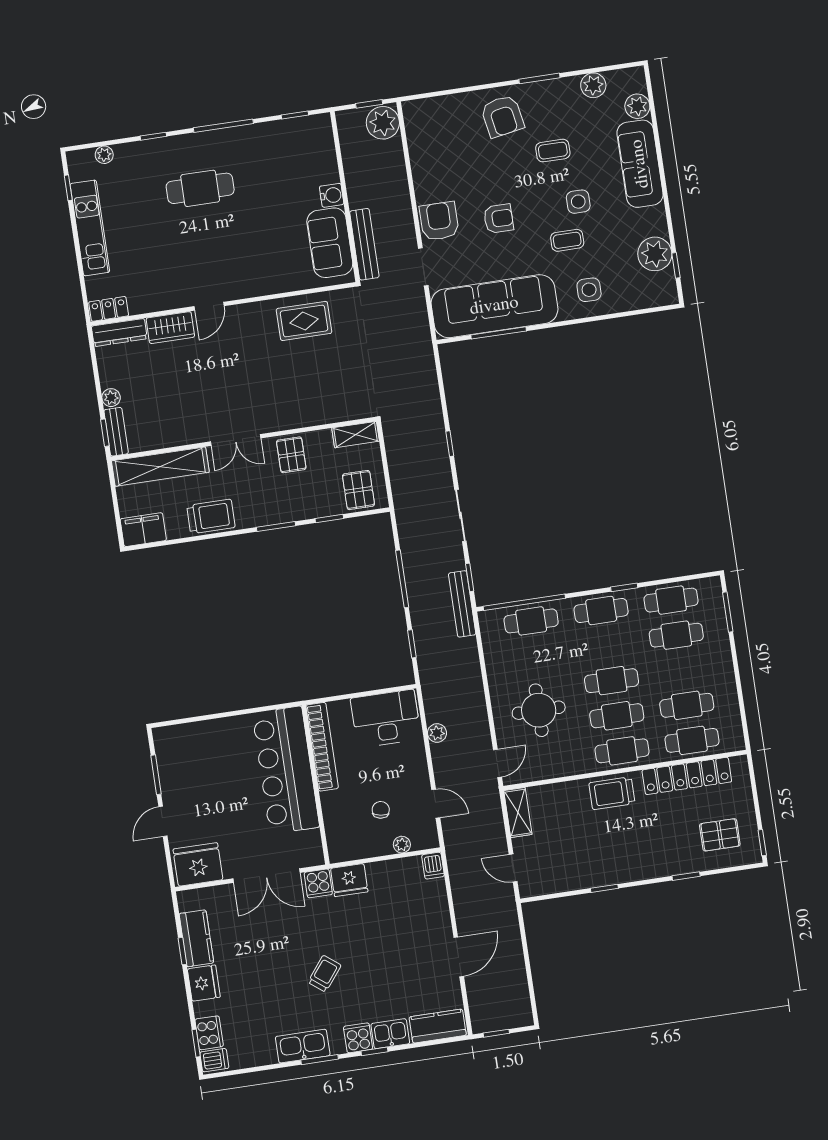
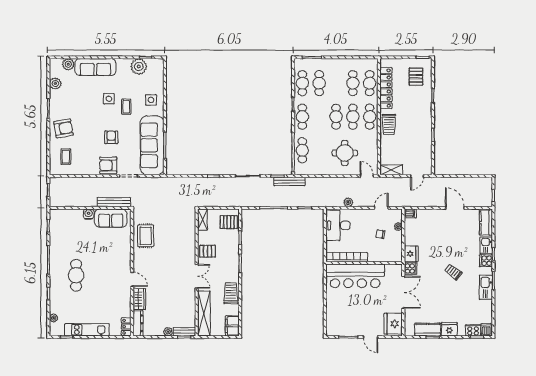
plant: (383, 123) -> (58, 185), removed
coffee table: (553, 151) -> (66, 157), moved

